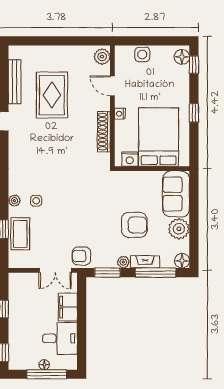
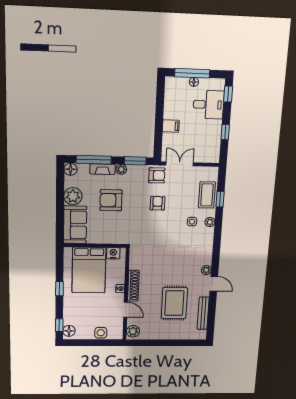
shoe rack: (104, 132) -> (133, 286), moved
plant: (15, 139) -> (206, 270), added
armchair: (79, 222) -> (158, 203), added
filing cabinet: (68, 307) -> (171, 126), width x0.50
desk: (60, 338) -> (209, 105), moved, turned 180

